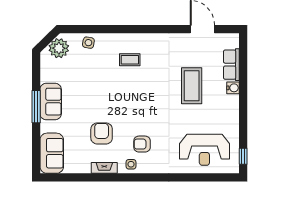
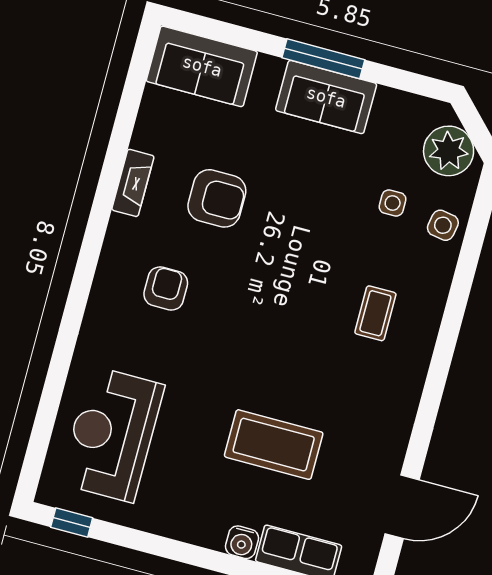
side table: (131, 164) -> (393, 203), moved

